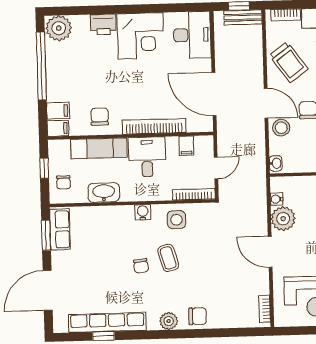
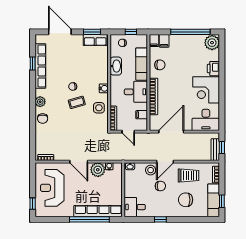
trolley: (289, 62) -> (188, 175), turned -144
door: (270, 252) -> (79, 162), swing flipped

